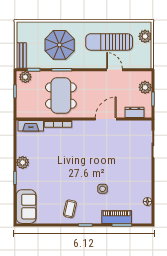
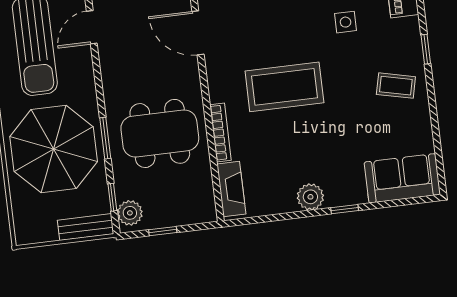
parasol: (60, 45) -> (54, 149), width x1.36, depth x1.36
coffee table: (76, 157) -> (284, 87), added

